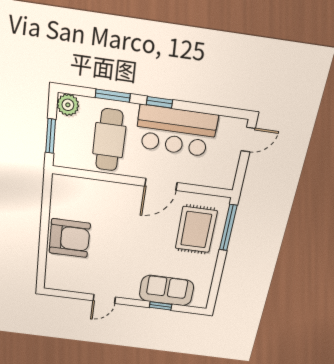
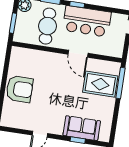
door: (161, 184) -> (78, 54), hinge flipped
rug: (196, 230) -> (100, 84), turned 90

